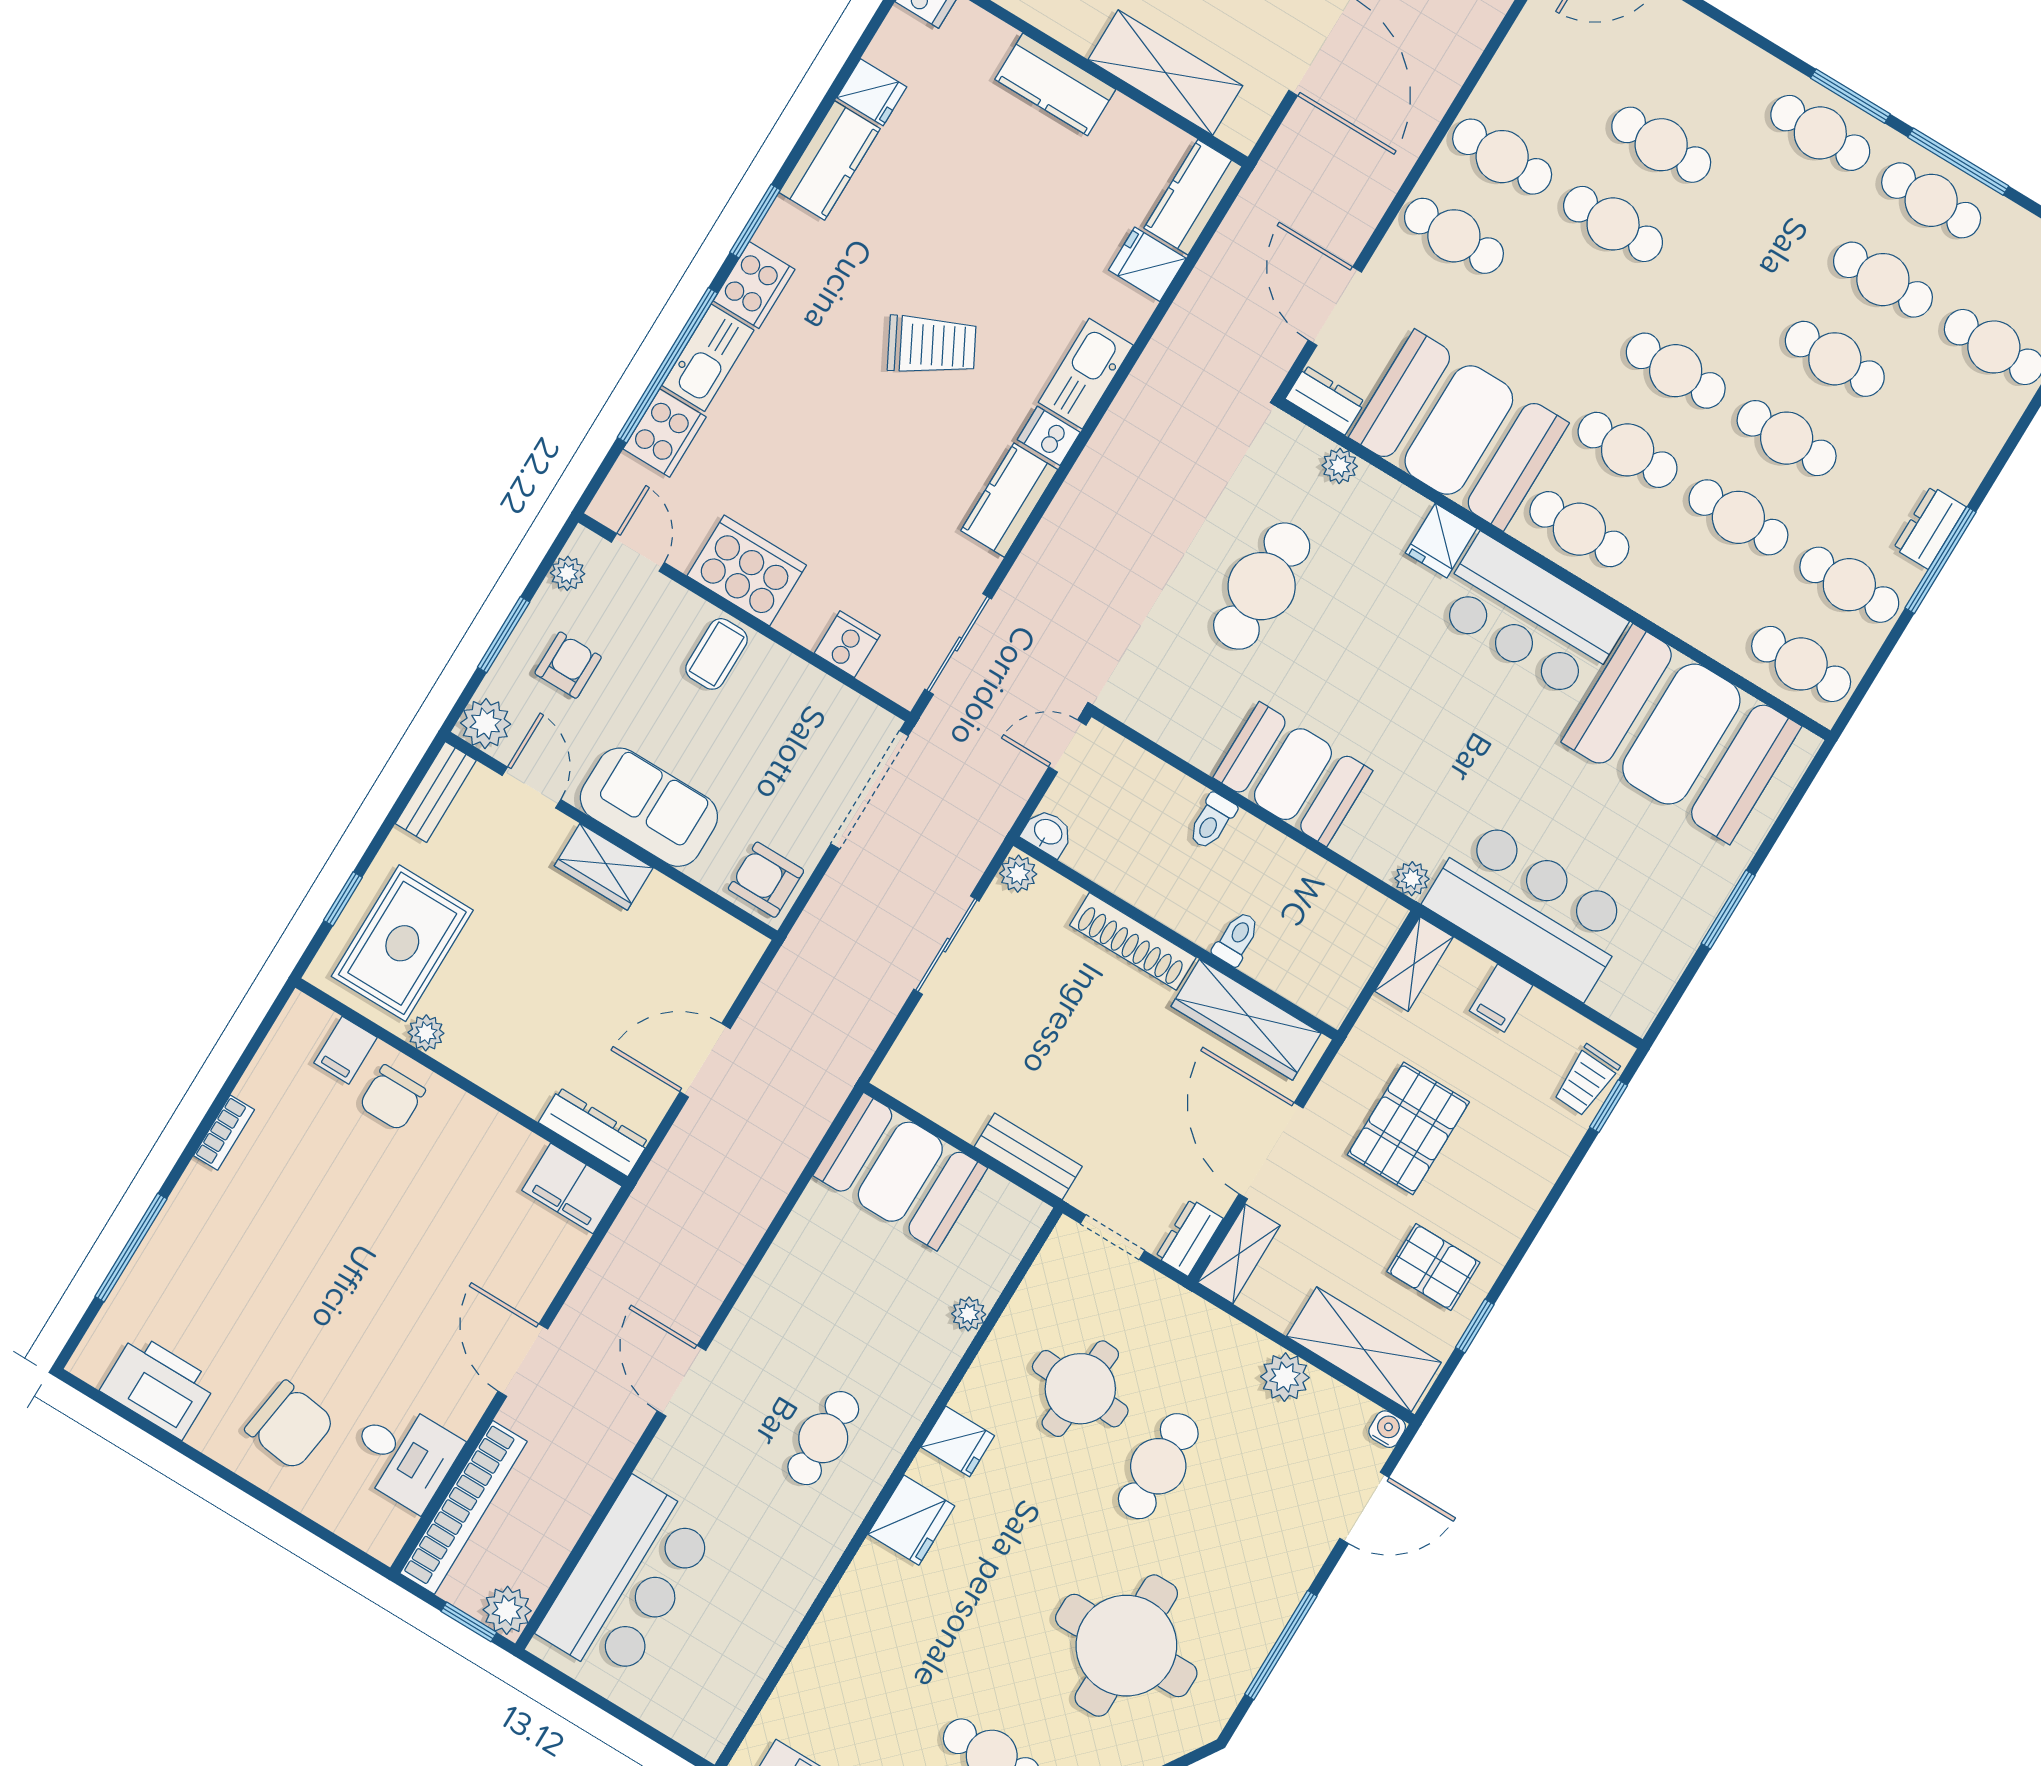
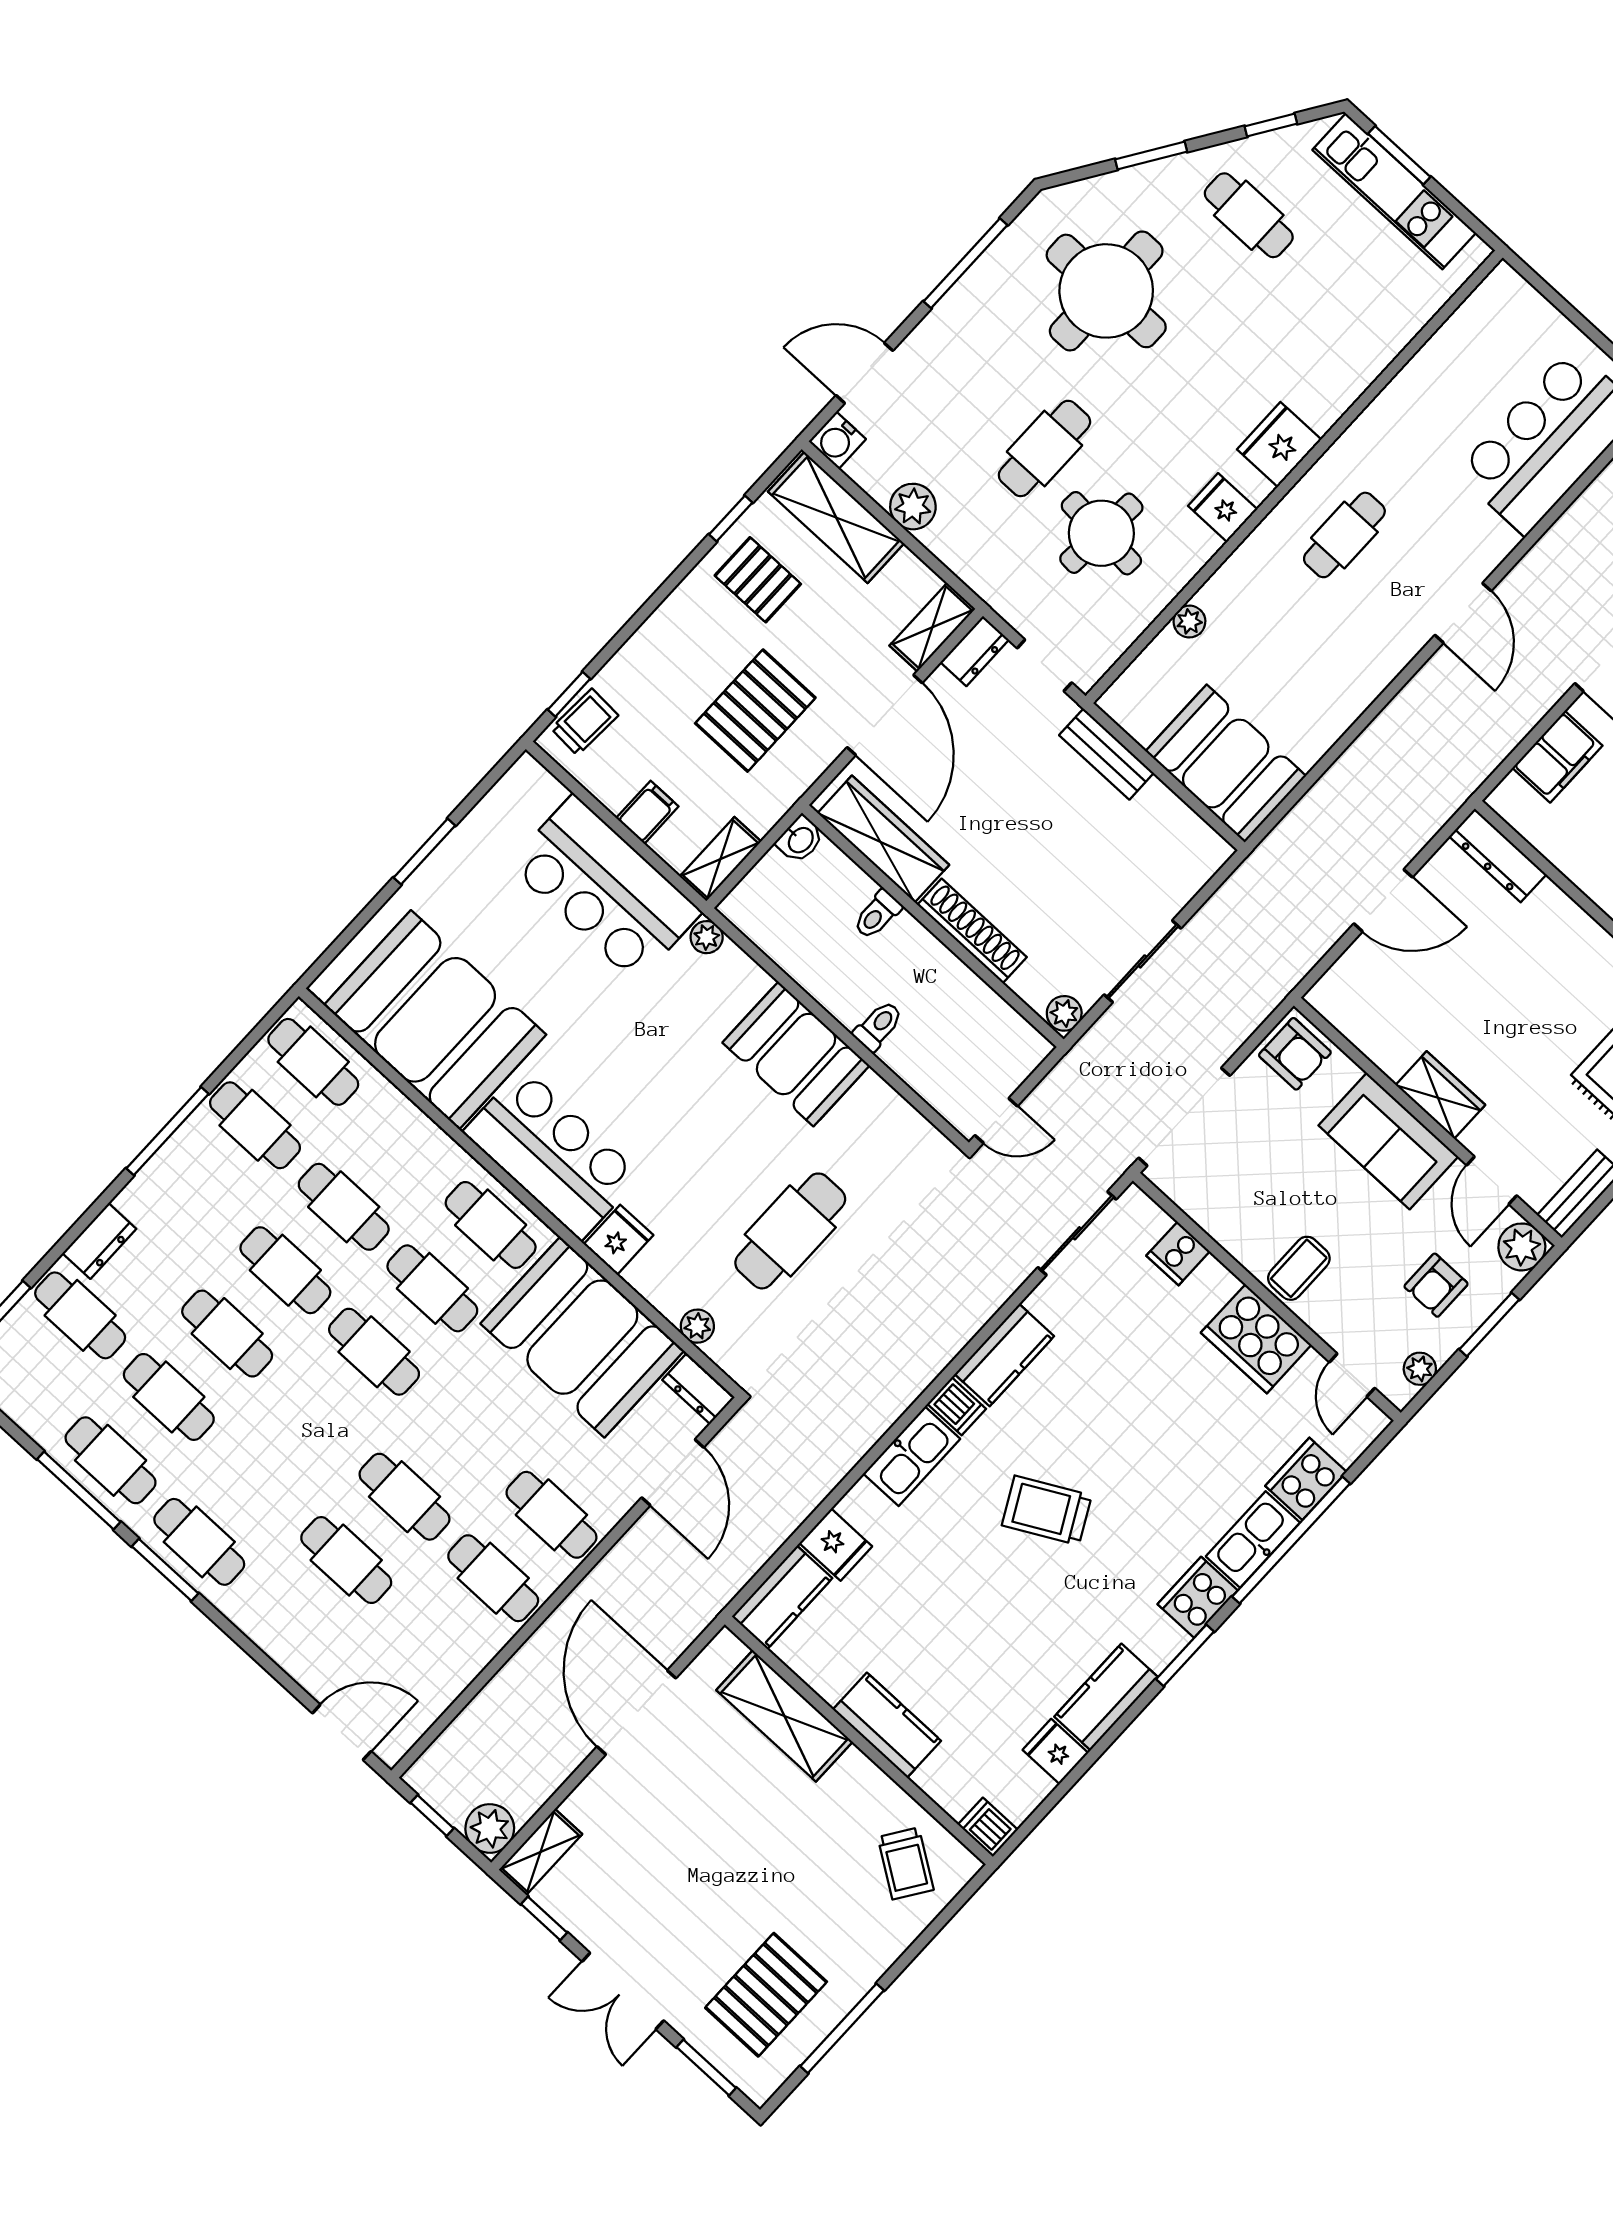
dresser: (1930, 528) -> (99, 1241), moved
washbasin: (1048, 833) -> (800, 839), moved, turned -90
filing cabinet: (572, 1188) -> (1557, 757), moved, turned 90
water cooler: (1387, 1429) -> (837, 440), width x1.38, depth x1.38

